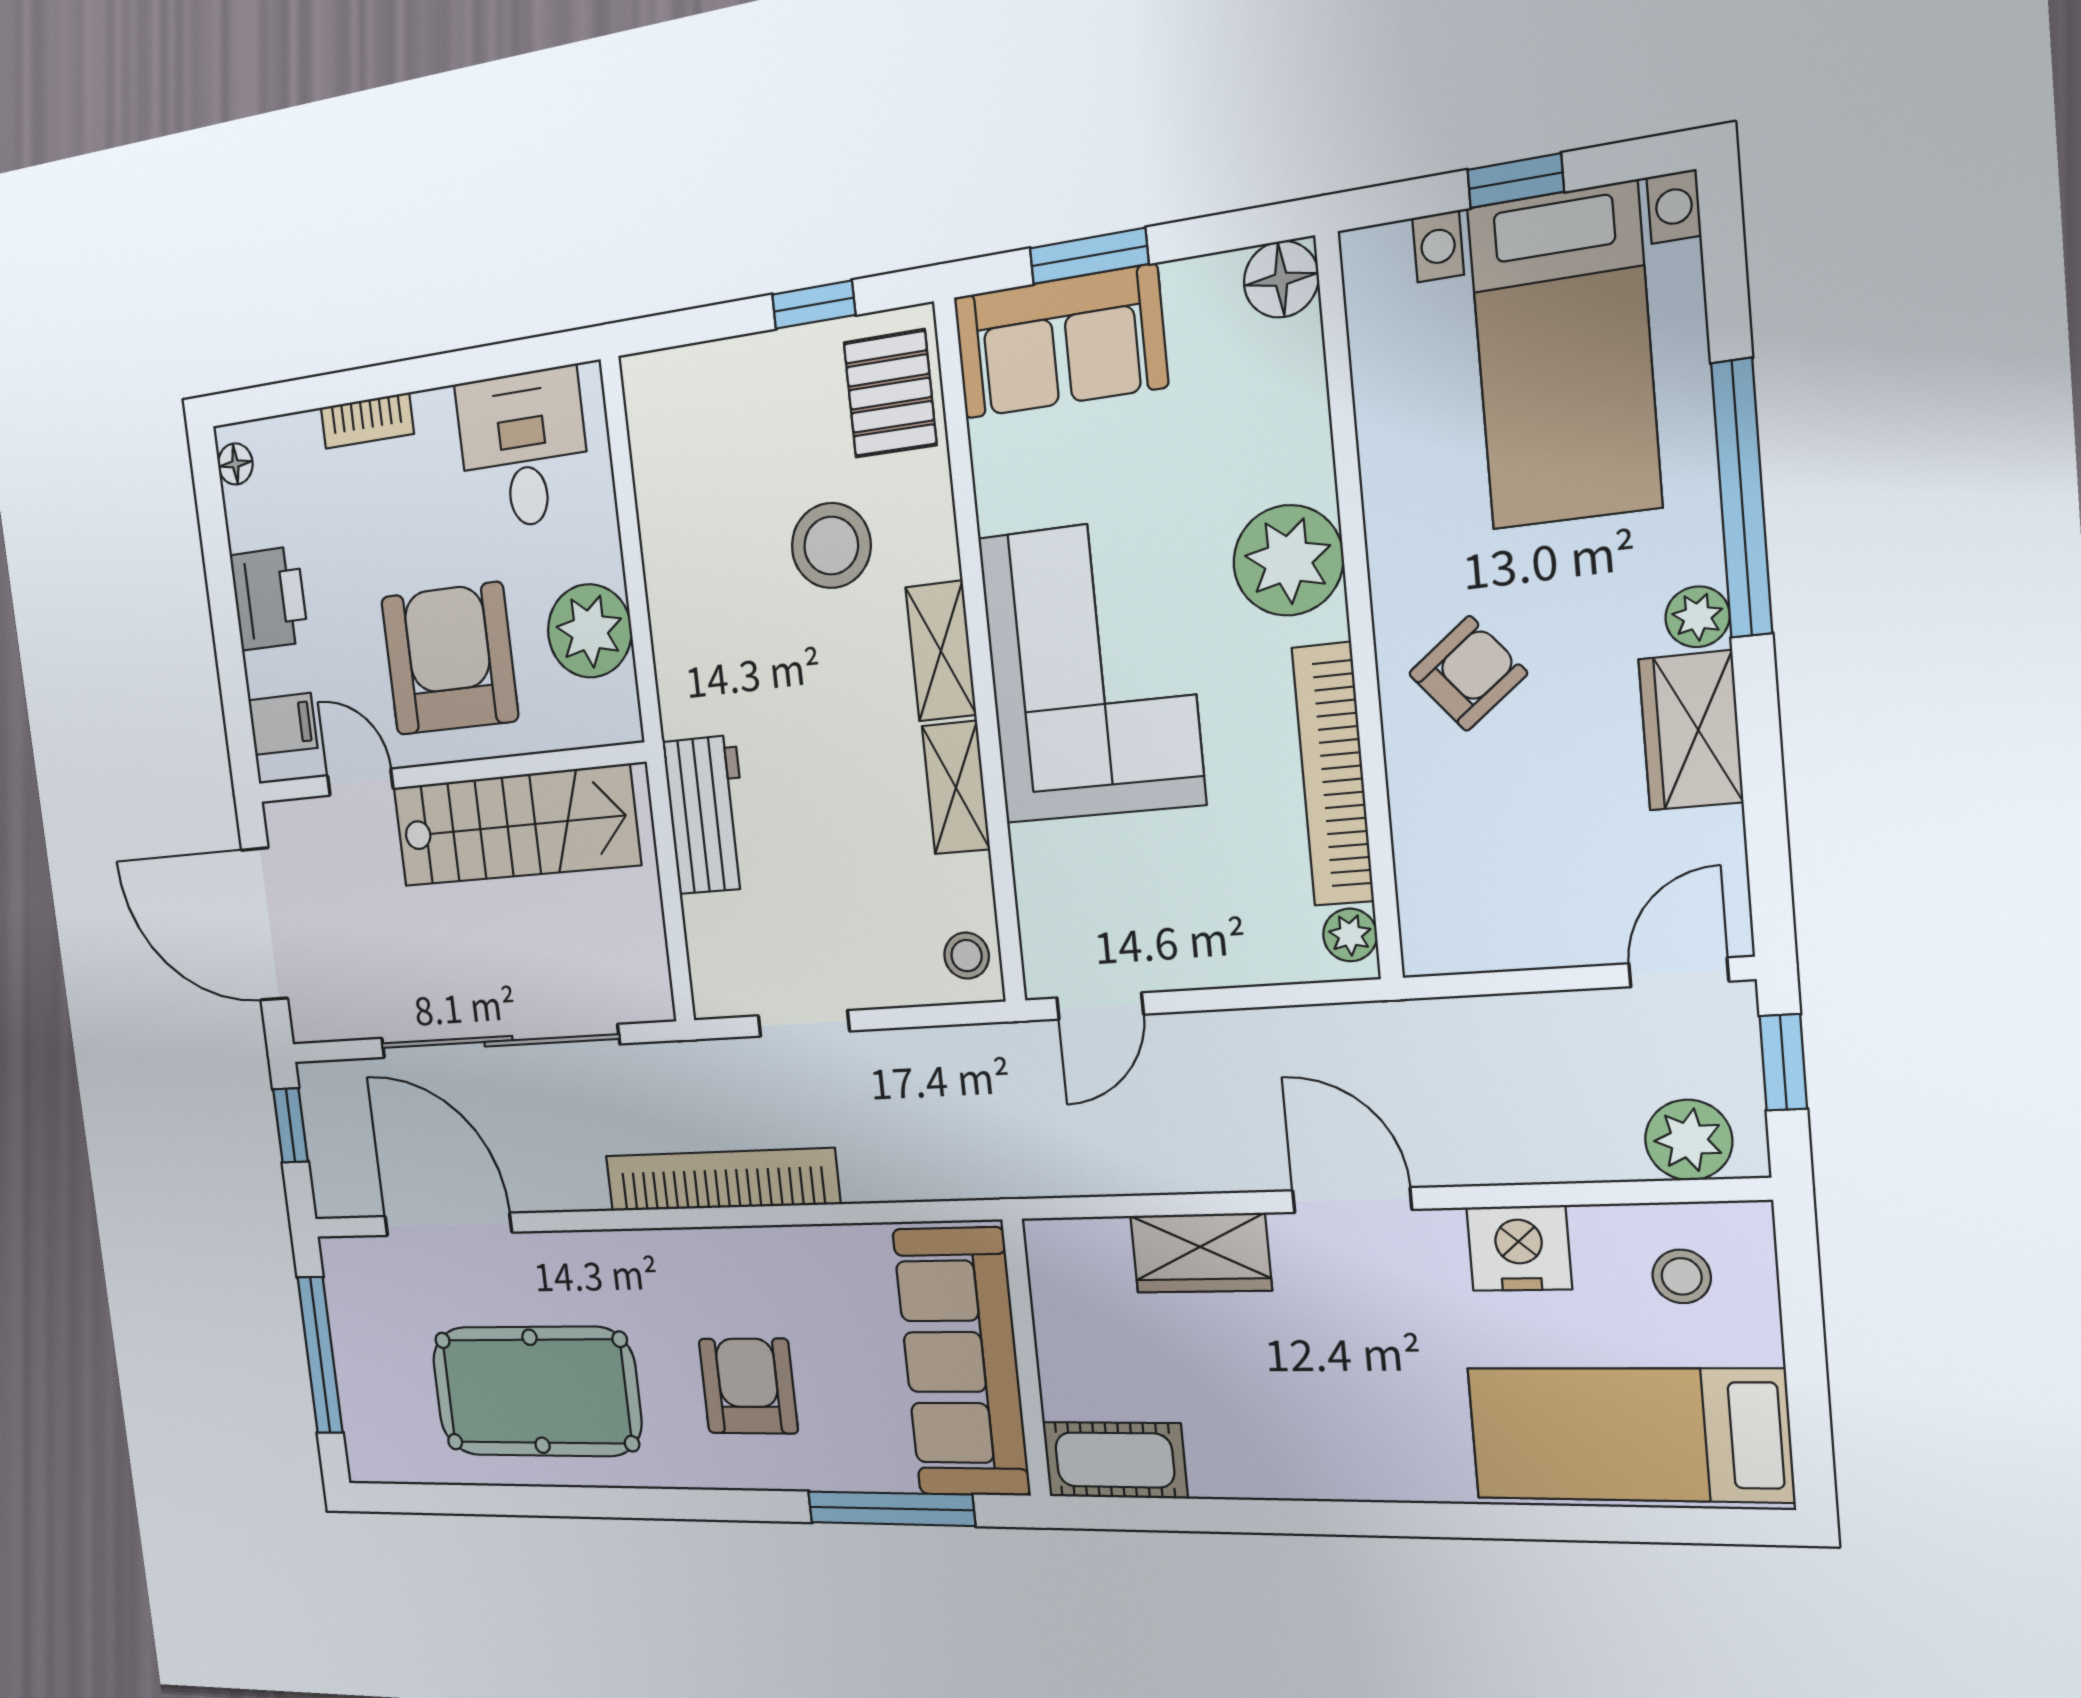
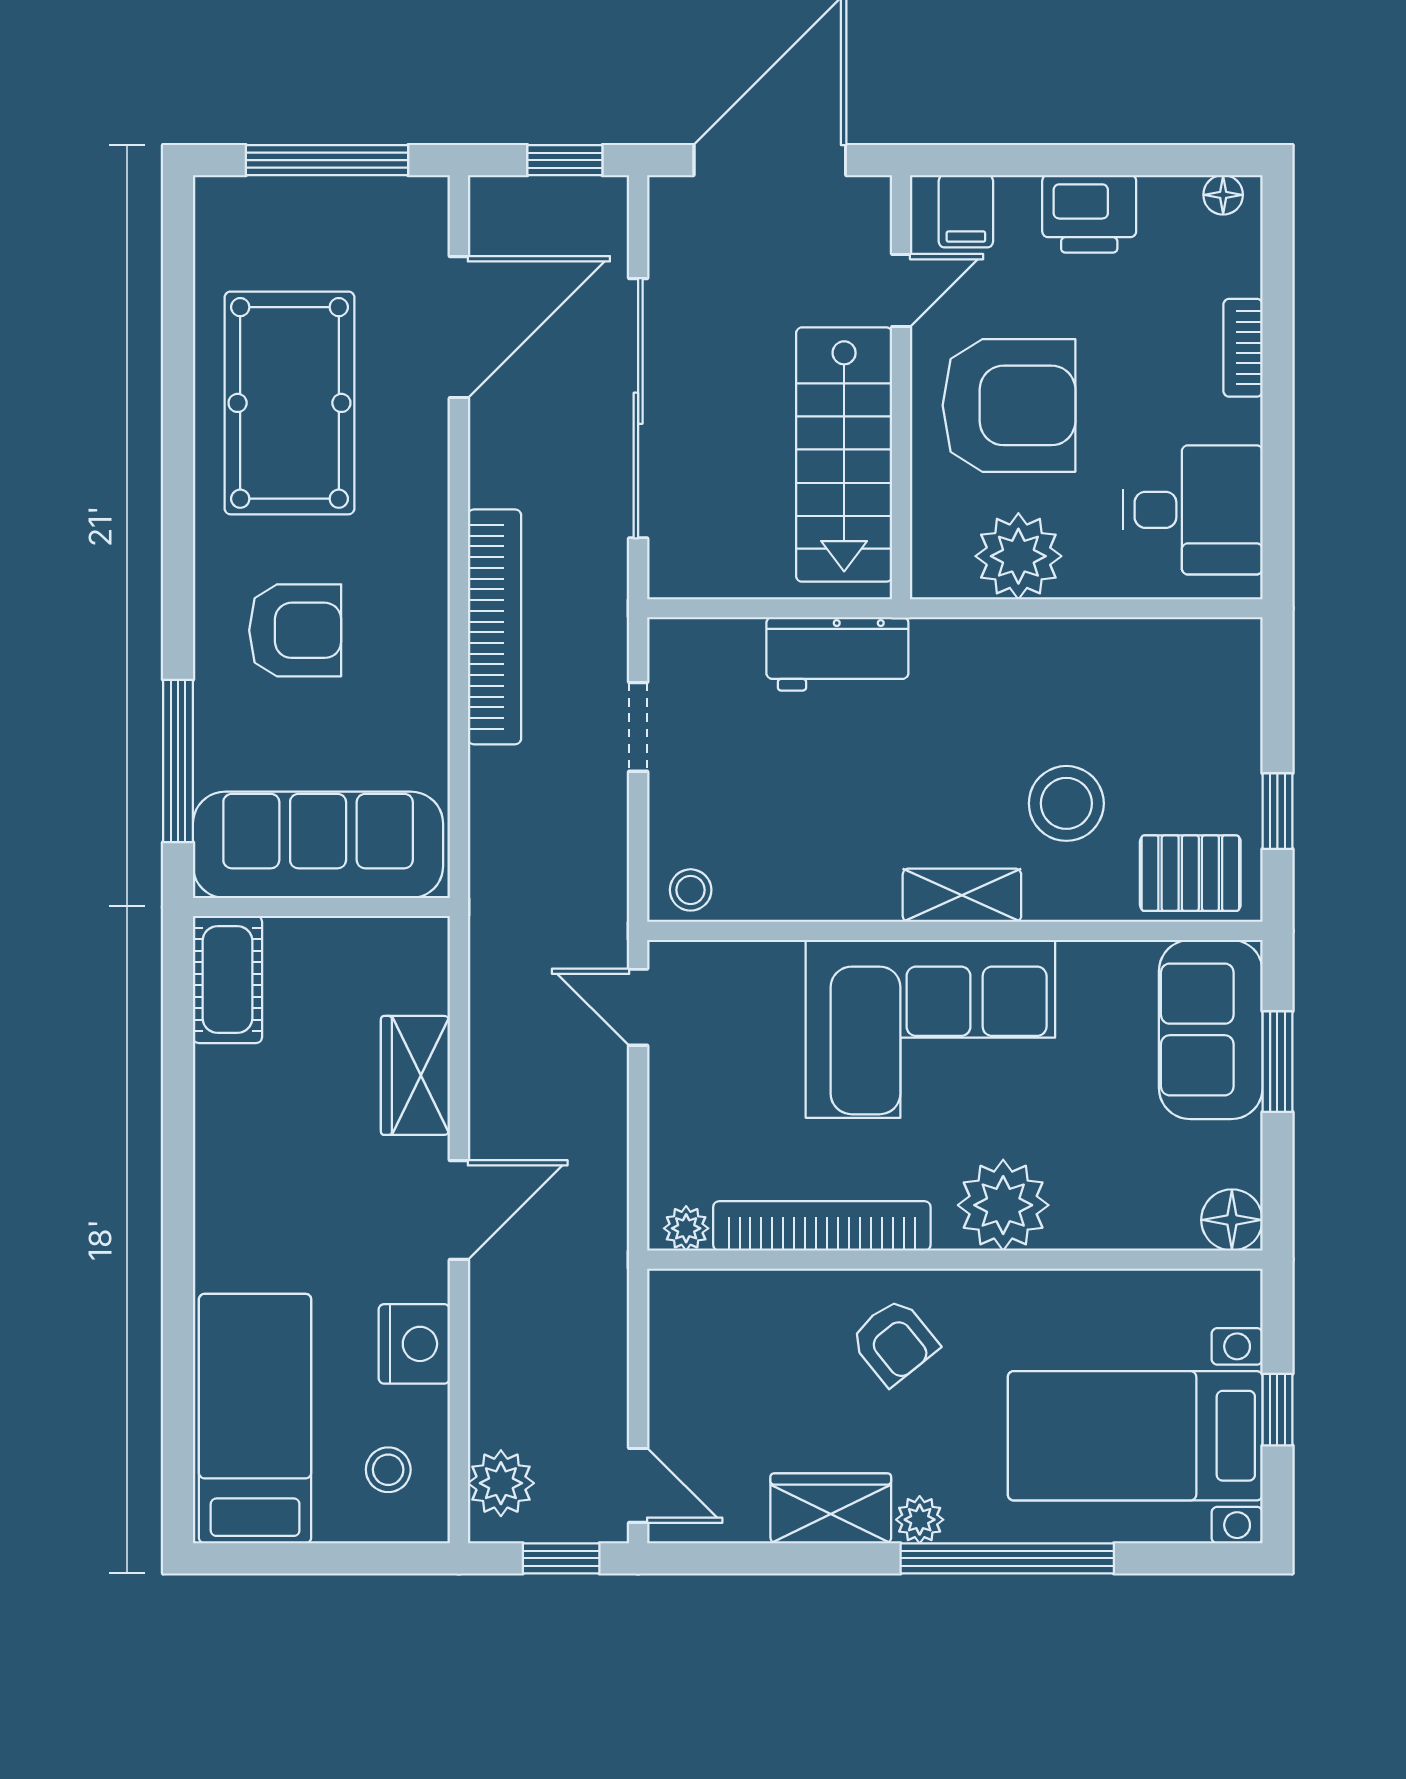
shelving: (956, 788) -> (841, 896), removed

